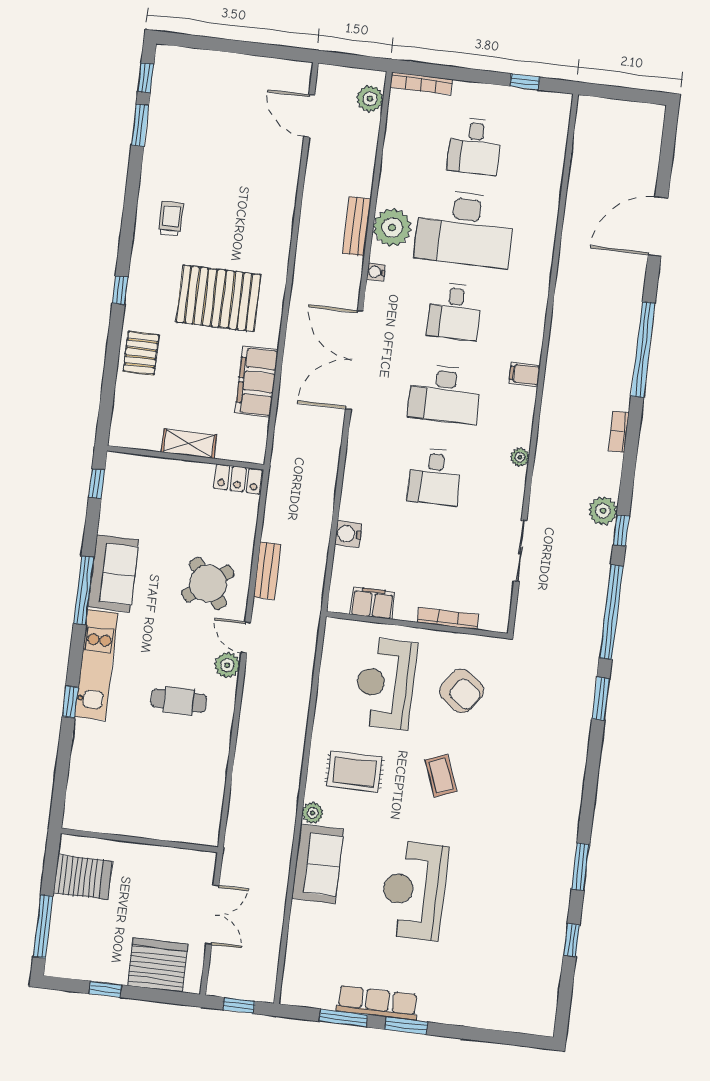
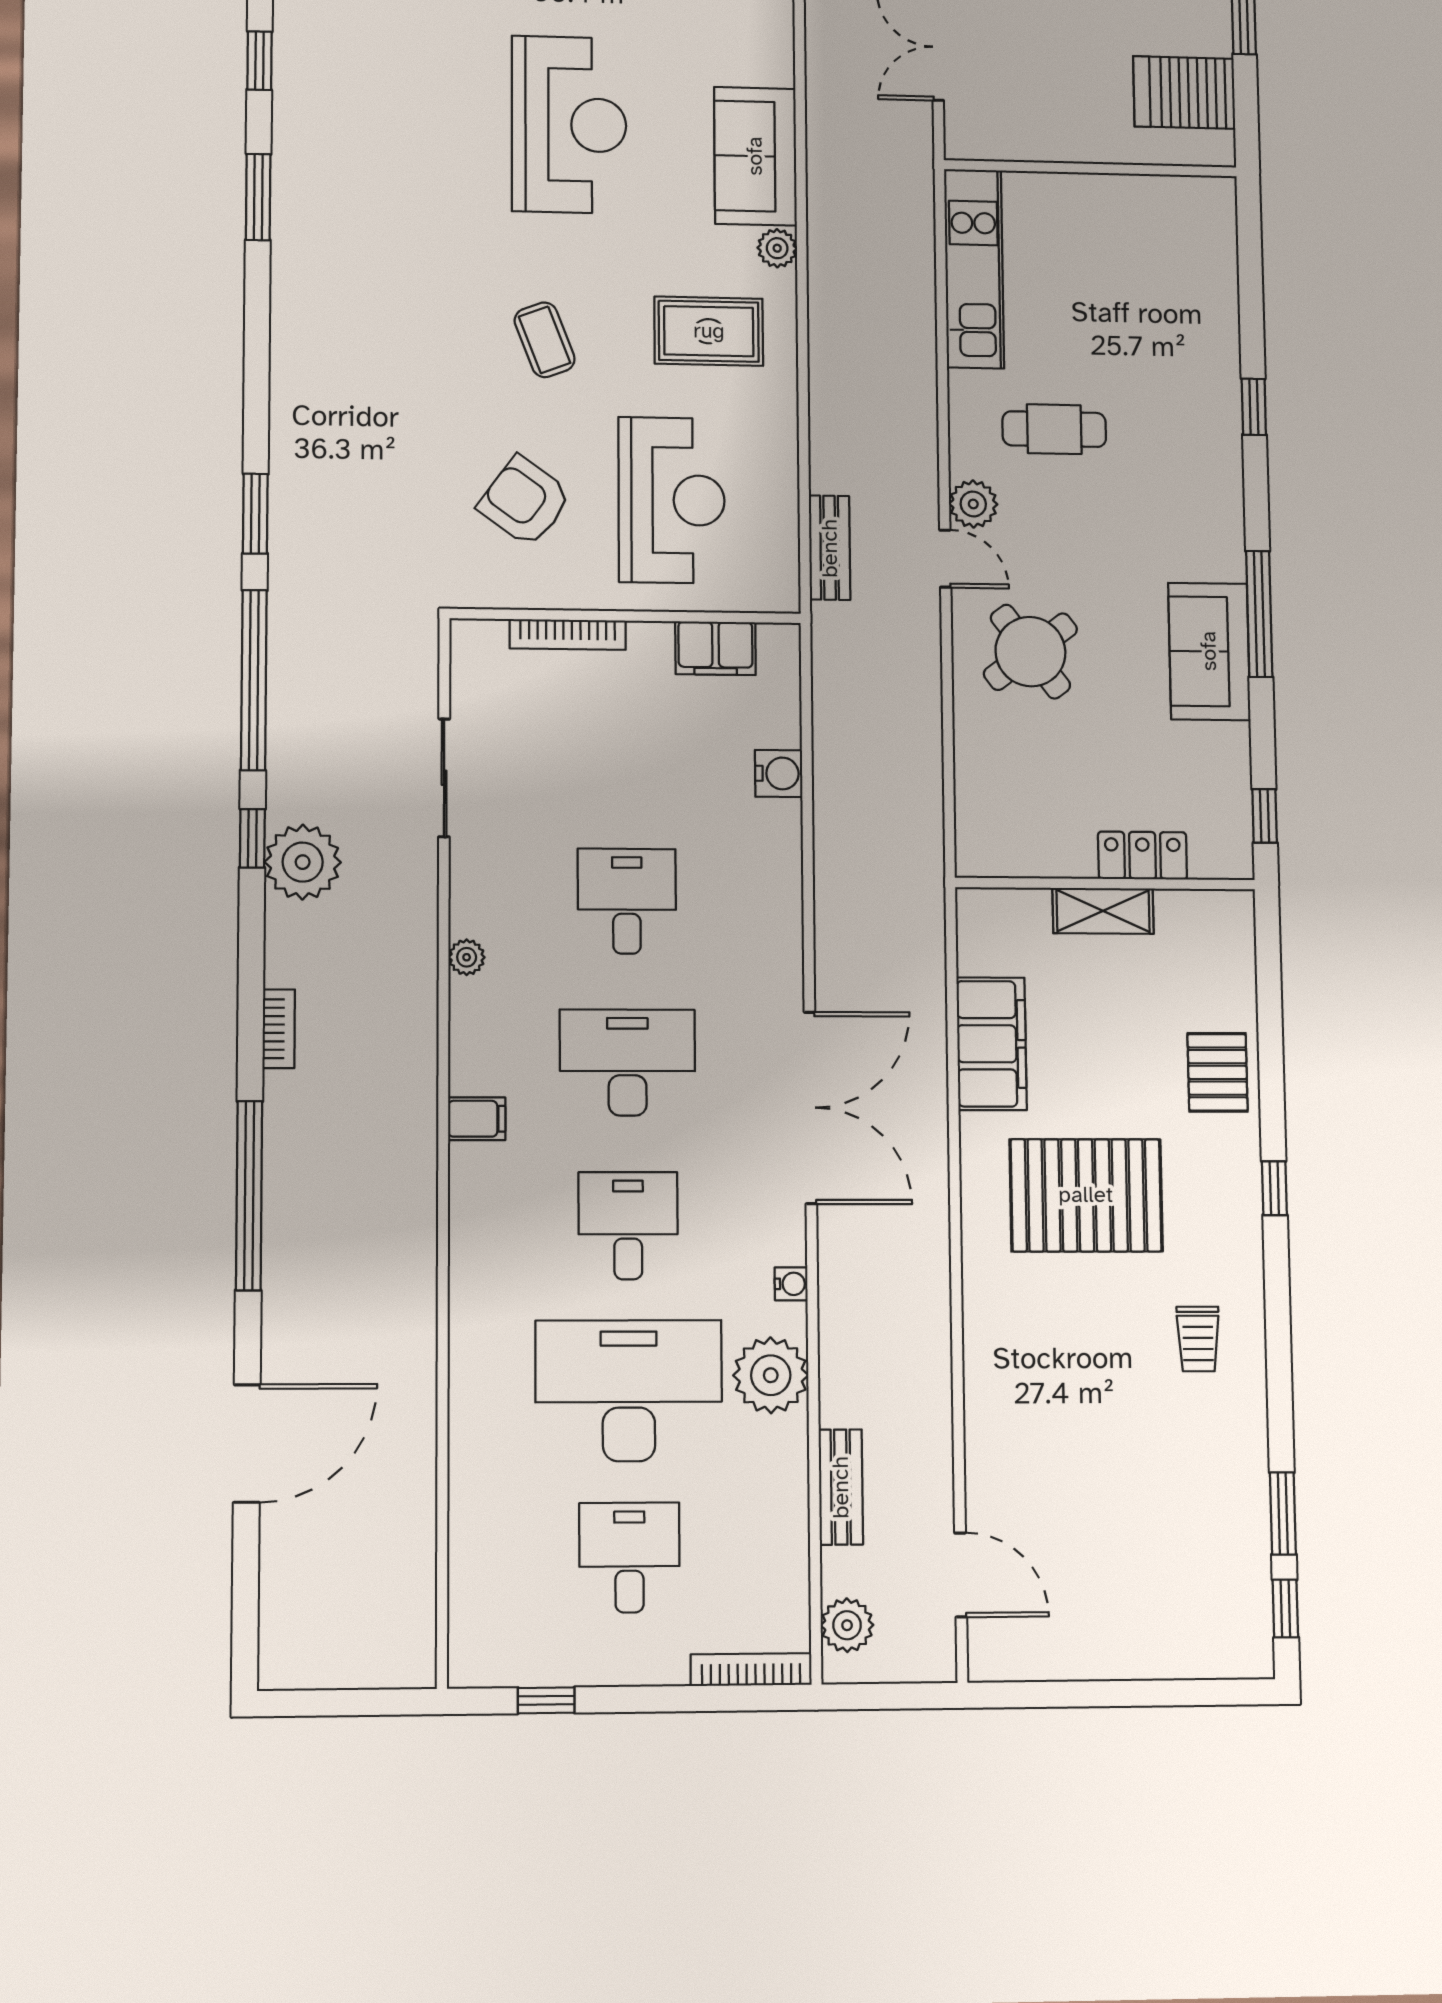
bench: (357, 226) -> (841, 1487), moved
locker: (238, 479) -> (1142, 855), moved
plant: (603, 511) -> (303, 862), width x1.36, depth x1.36
bench: (267, 571) -> (830, 548), moved
kitchen unit: (96, 665) -> (974, 268), moved, turned 180

